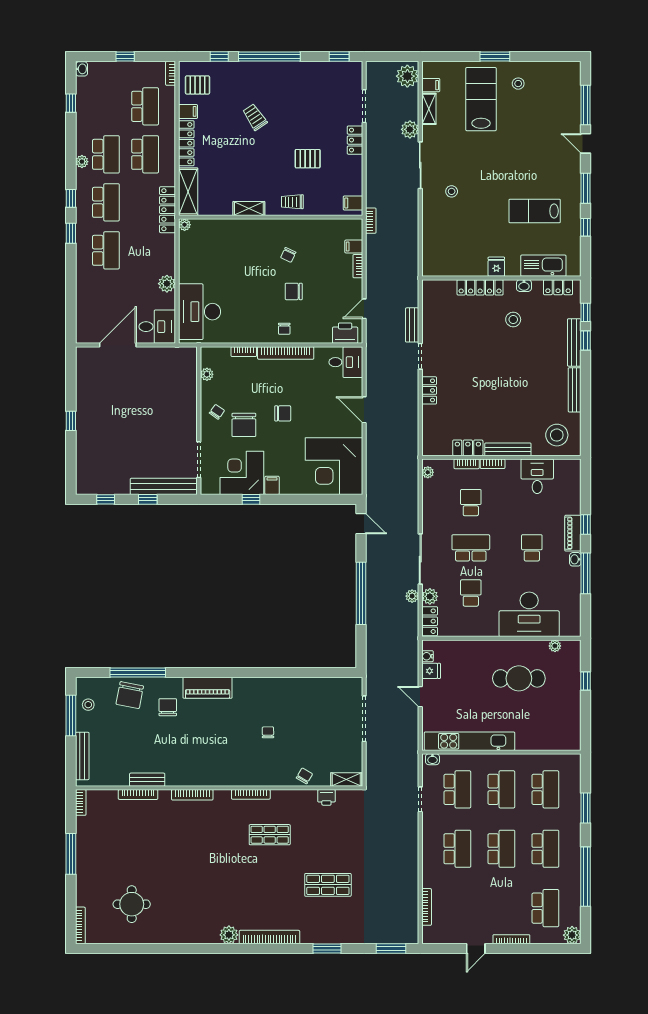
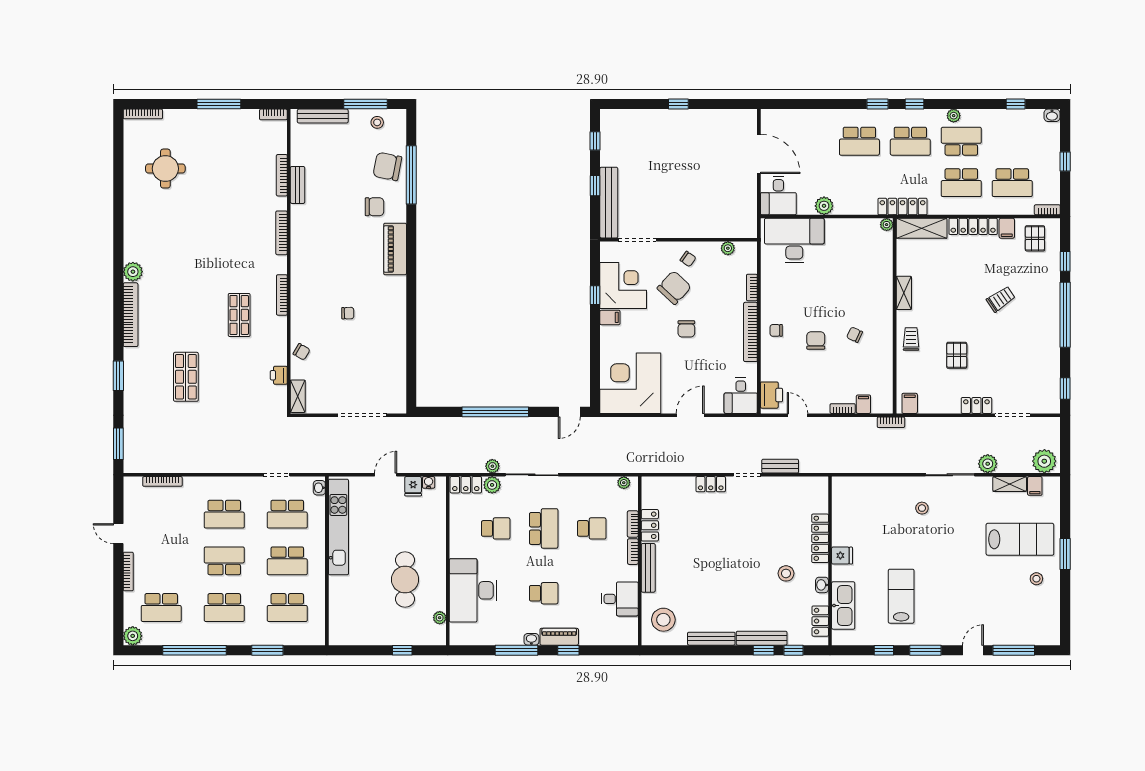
school desk: (106, 154) -> (961, 141), turned 180
chair: (244, 425) -> (674, 288), turned 133
school desk: (501, 849) -> (224, 561), turned 180

